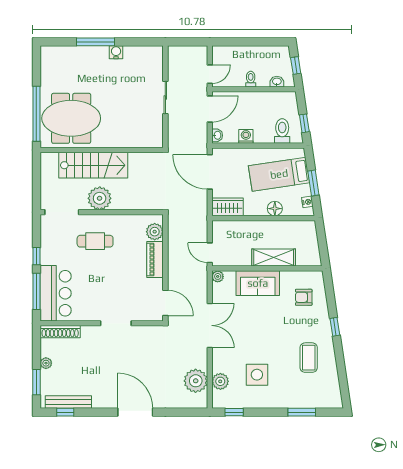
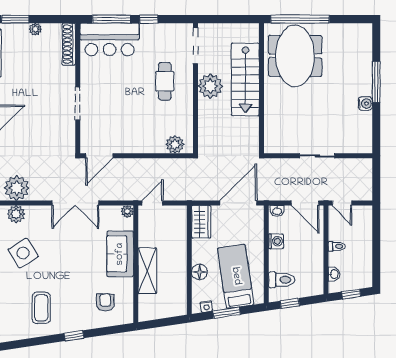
piano: (155, 260) -> (145, 145), removed
coffee table: (309, 358) -> (41, 308), turned 90
side table: (257, 375) -> (23, 253), turned -32

